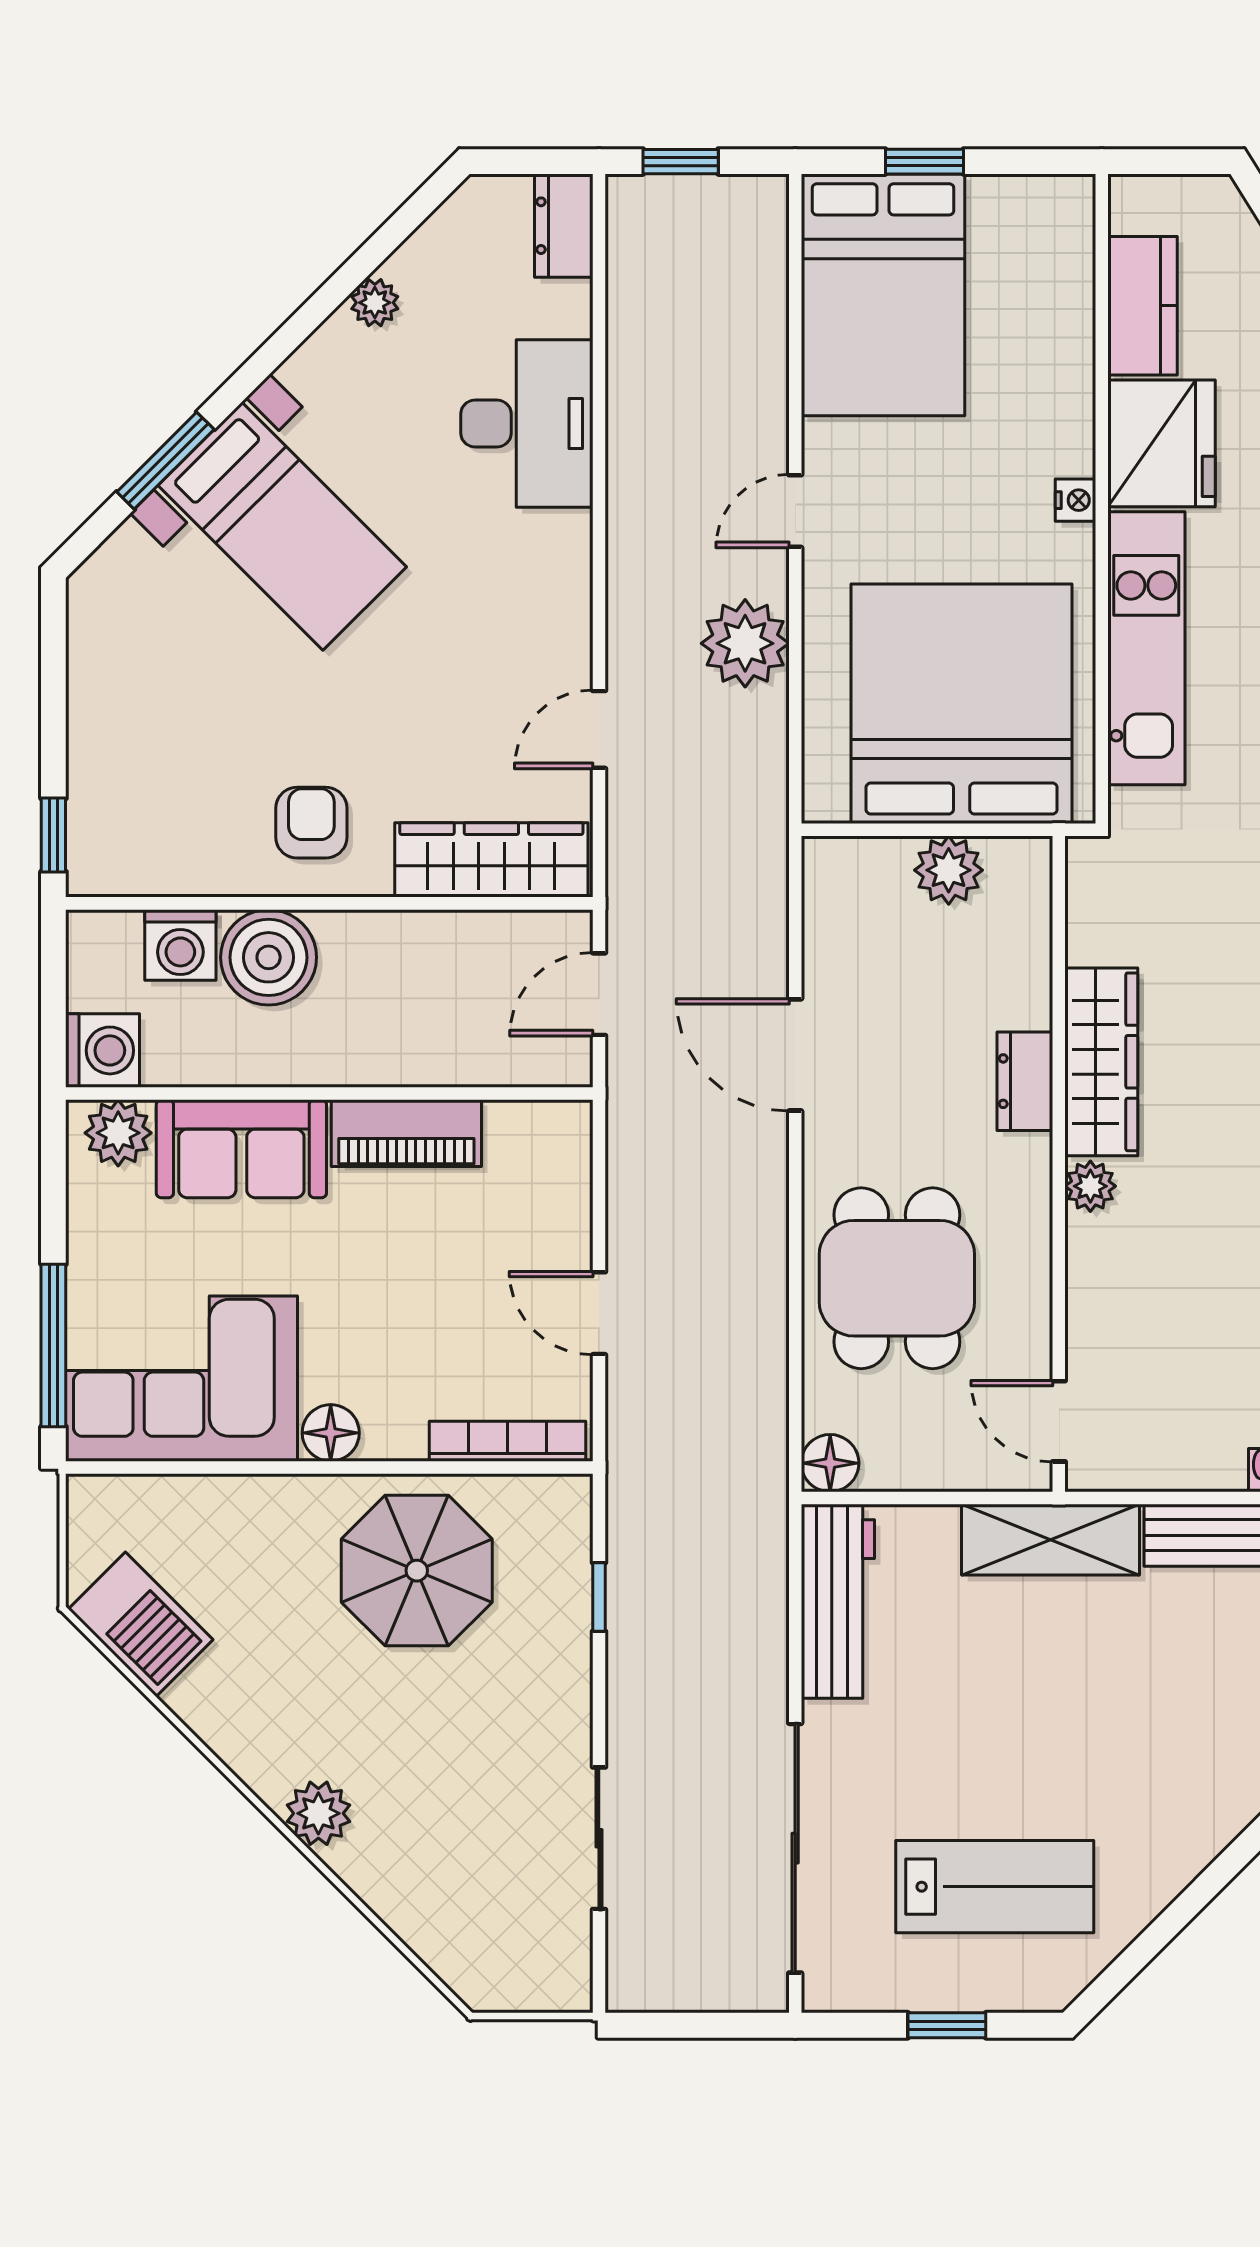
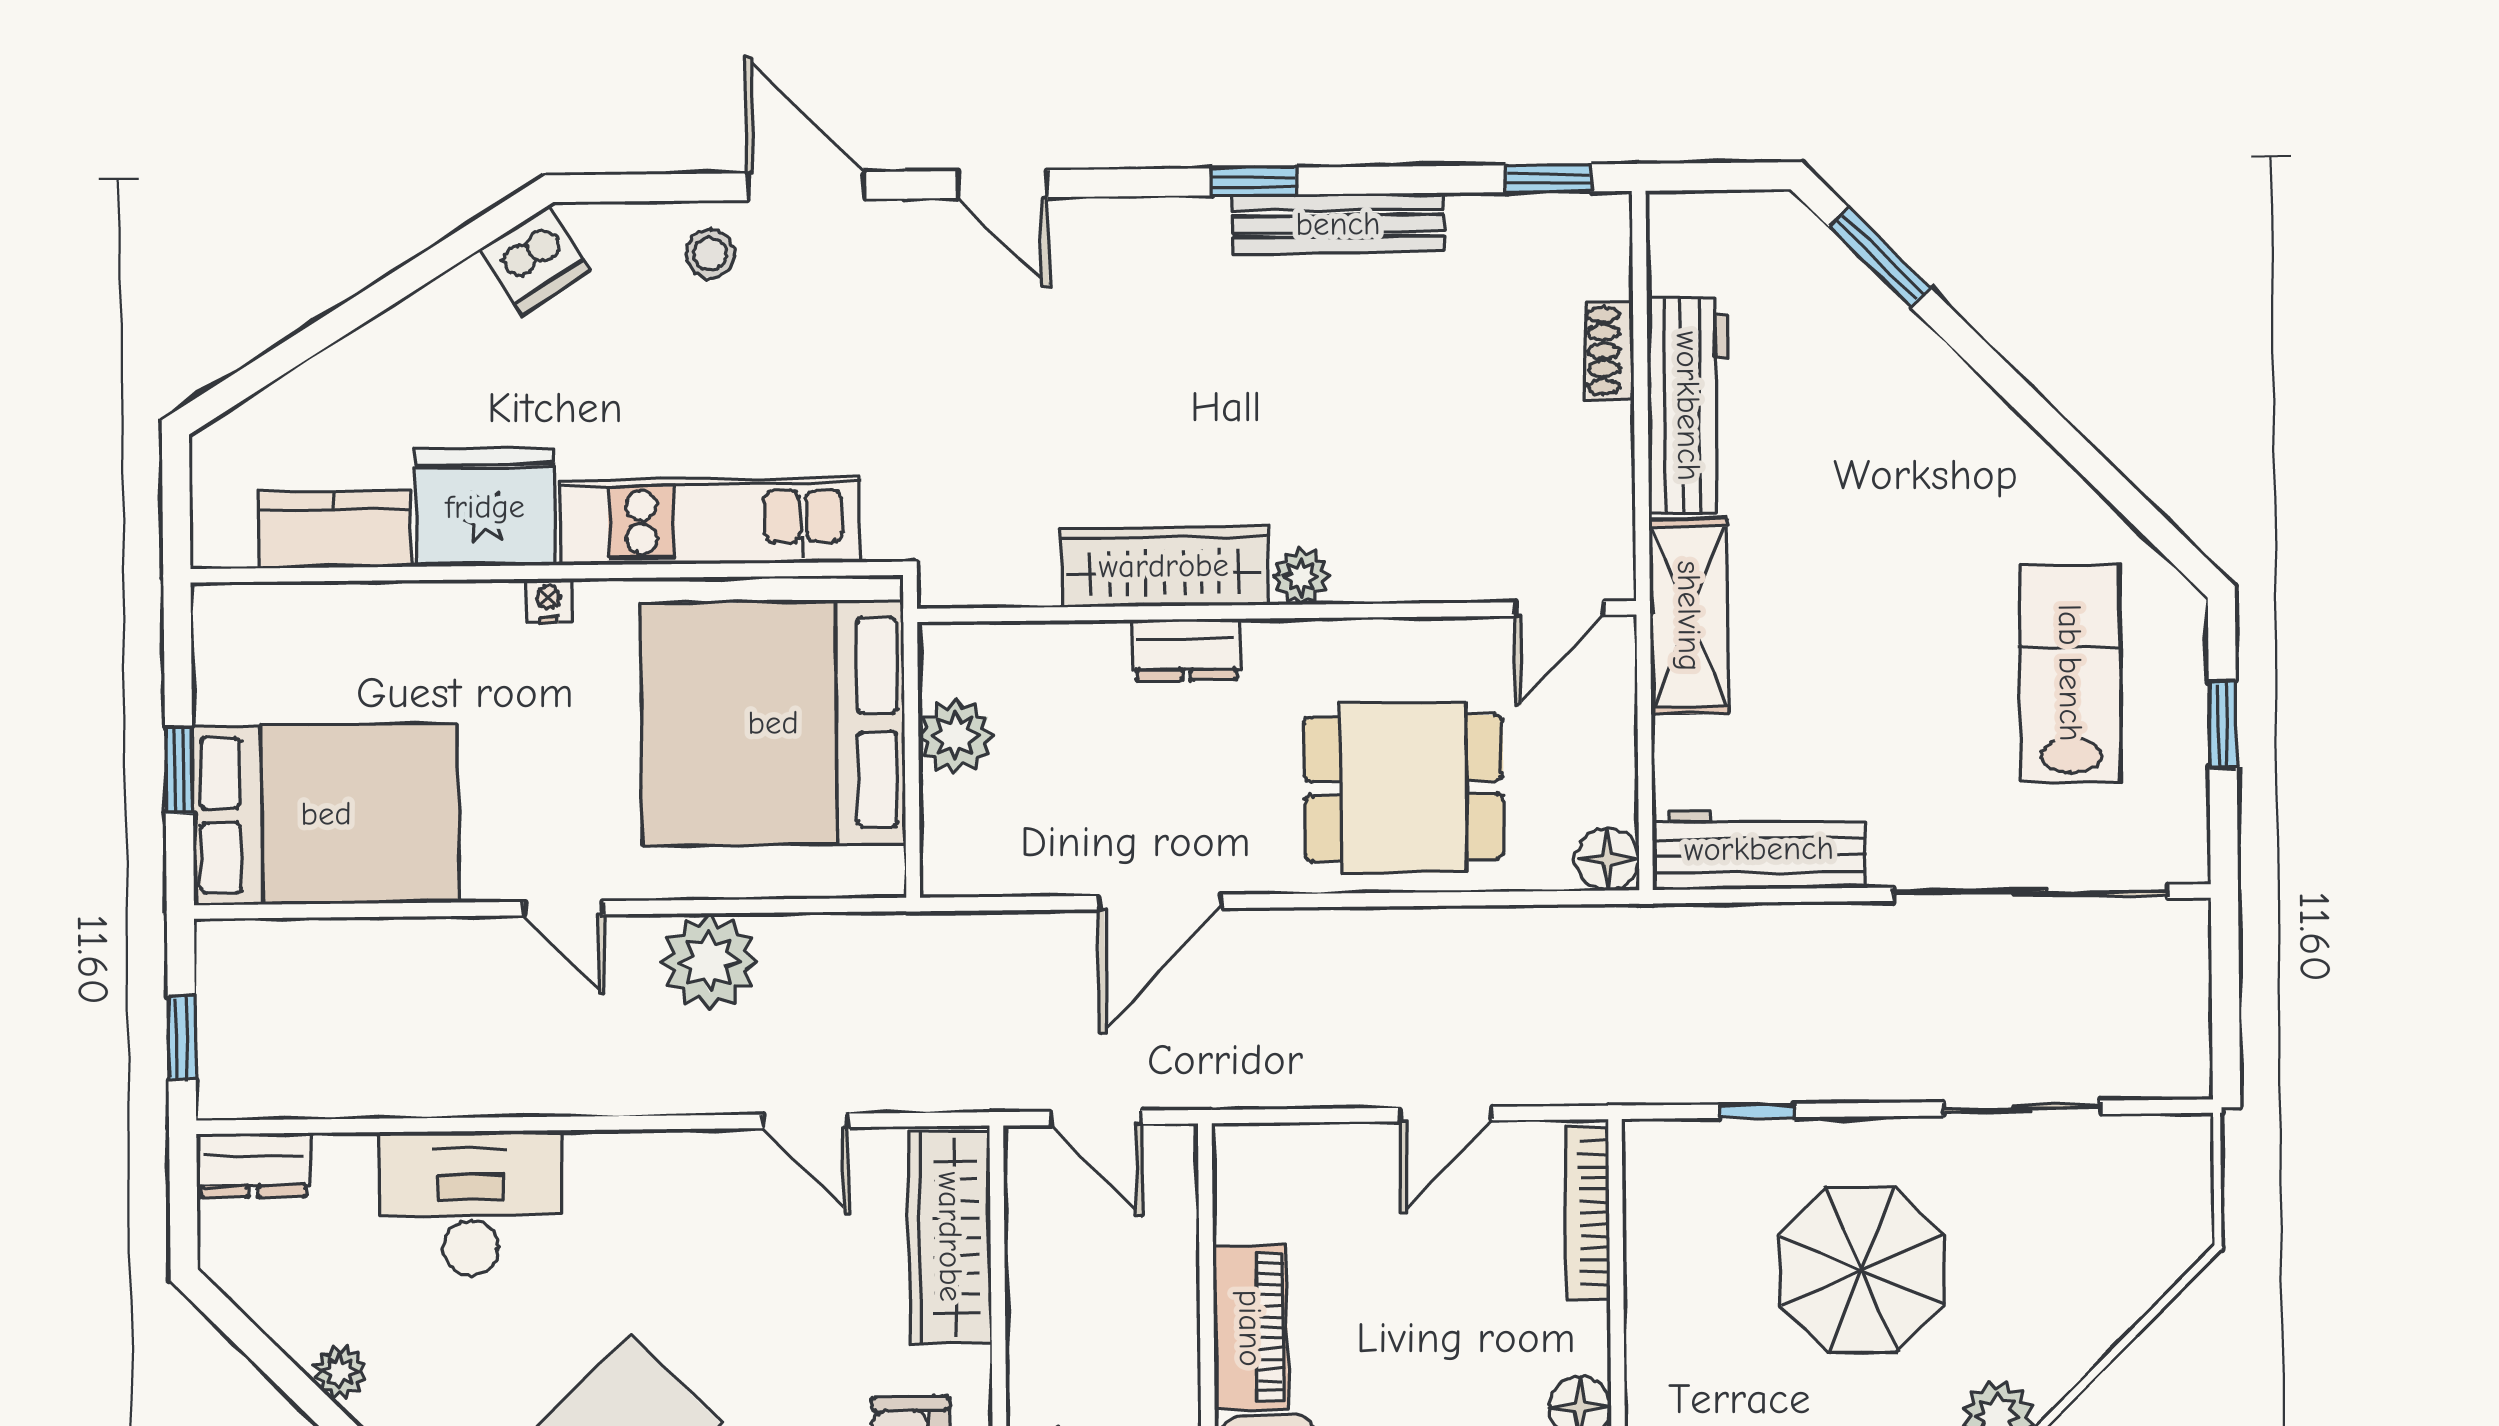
parasol: (417, 1571) -> (1862, 1270), moved

